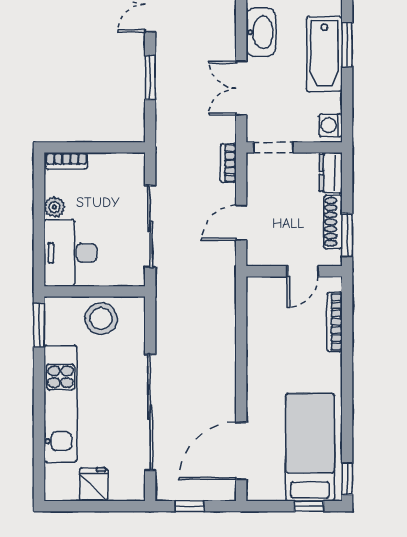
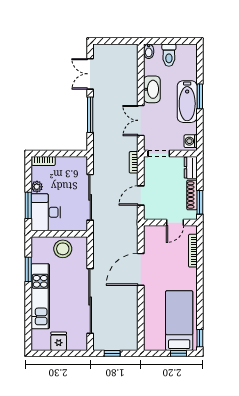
window: (150, 78) -> (90, 115), width x1.44
window: (39, 241) -> (28, 205), added
window: (39, 325) -> (28, 269), moved
door: (241, 451) -> (141, 269), moved

